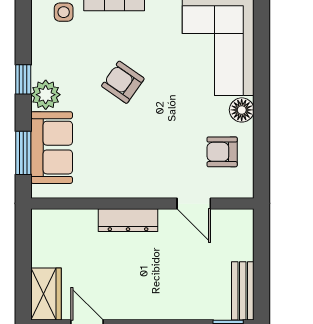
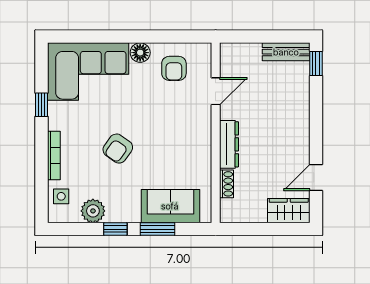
plant: (46, 95) -> (93, 211), moved
window: (23, 153) -> (158, 229), moved
shoe rack: (79, 217) -> (227, 184), added

